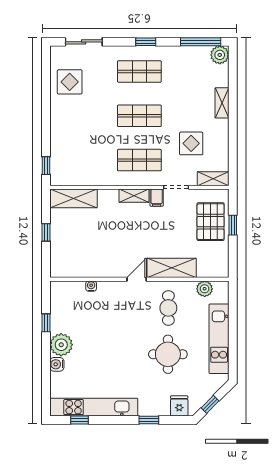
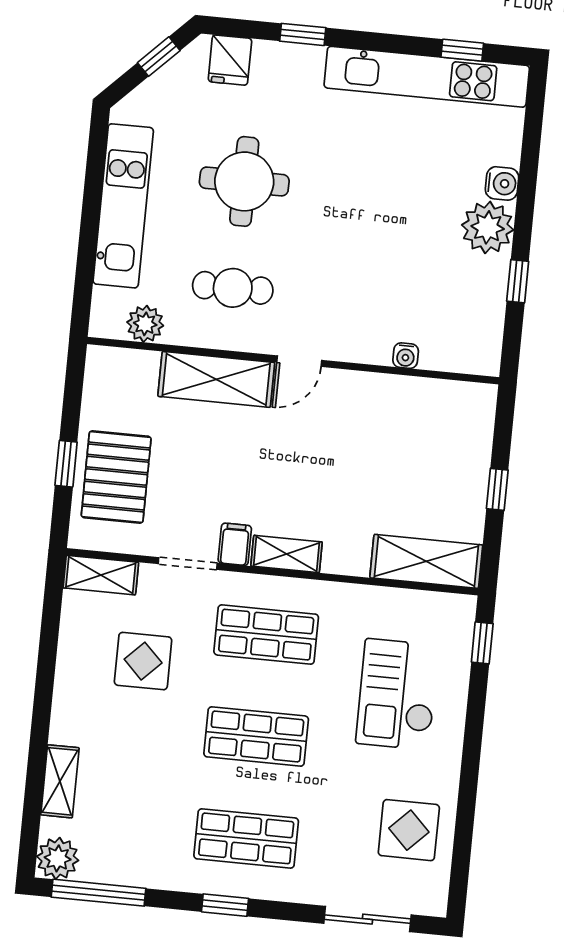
shelving: (222, 103) -> (60, 781), moved
checkout: (80, 140) -> (397, 694), added
cafe table: (168, 308) -> (233, 288), turned 90

